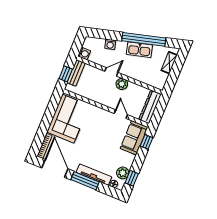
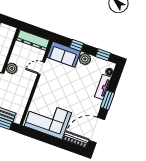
window: (147, 142) -> (77, 45), moved
plant: (123, 173) -> (85, 59), moved
tv unit: (94, 175) -> (103, 87), width x0.71
window: (85, 181) -> (108, 100), width x0.69

